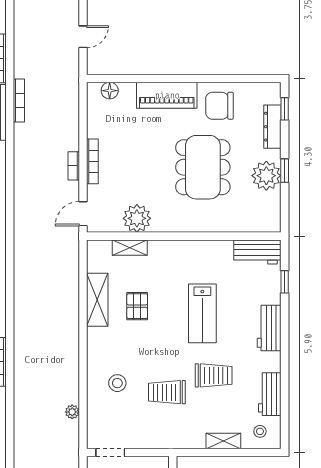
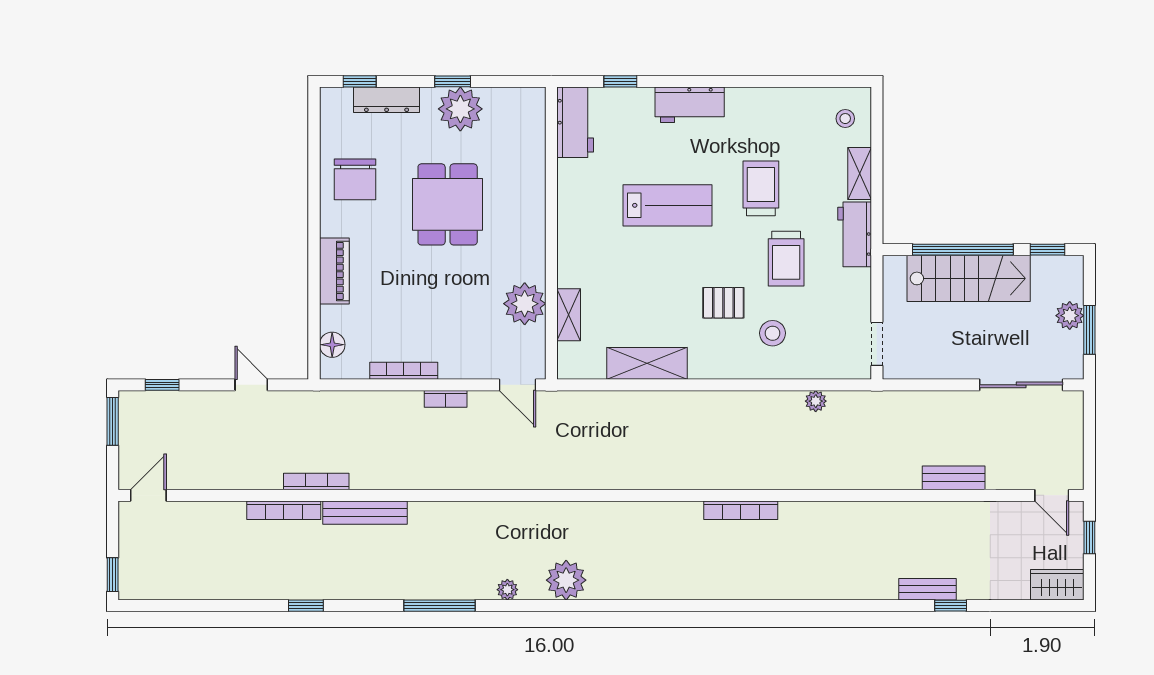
piano: (167, 95) -> (334, 271), width x0.73, depth x0.75
bookcase: (19, 100) -> (316, 481), moved
bookcase: (92, 161) -> (404, 371), moved
dining table: (203, 167) -> (448, 204), width x0.73
pallet: (137, 306) -> (723, 303), moved
workbench: (270, 394) -> (855, 234), moved, turned 90

